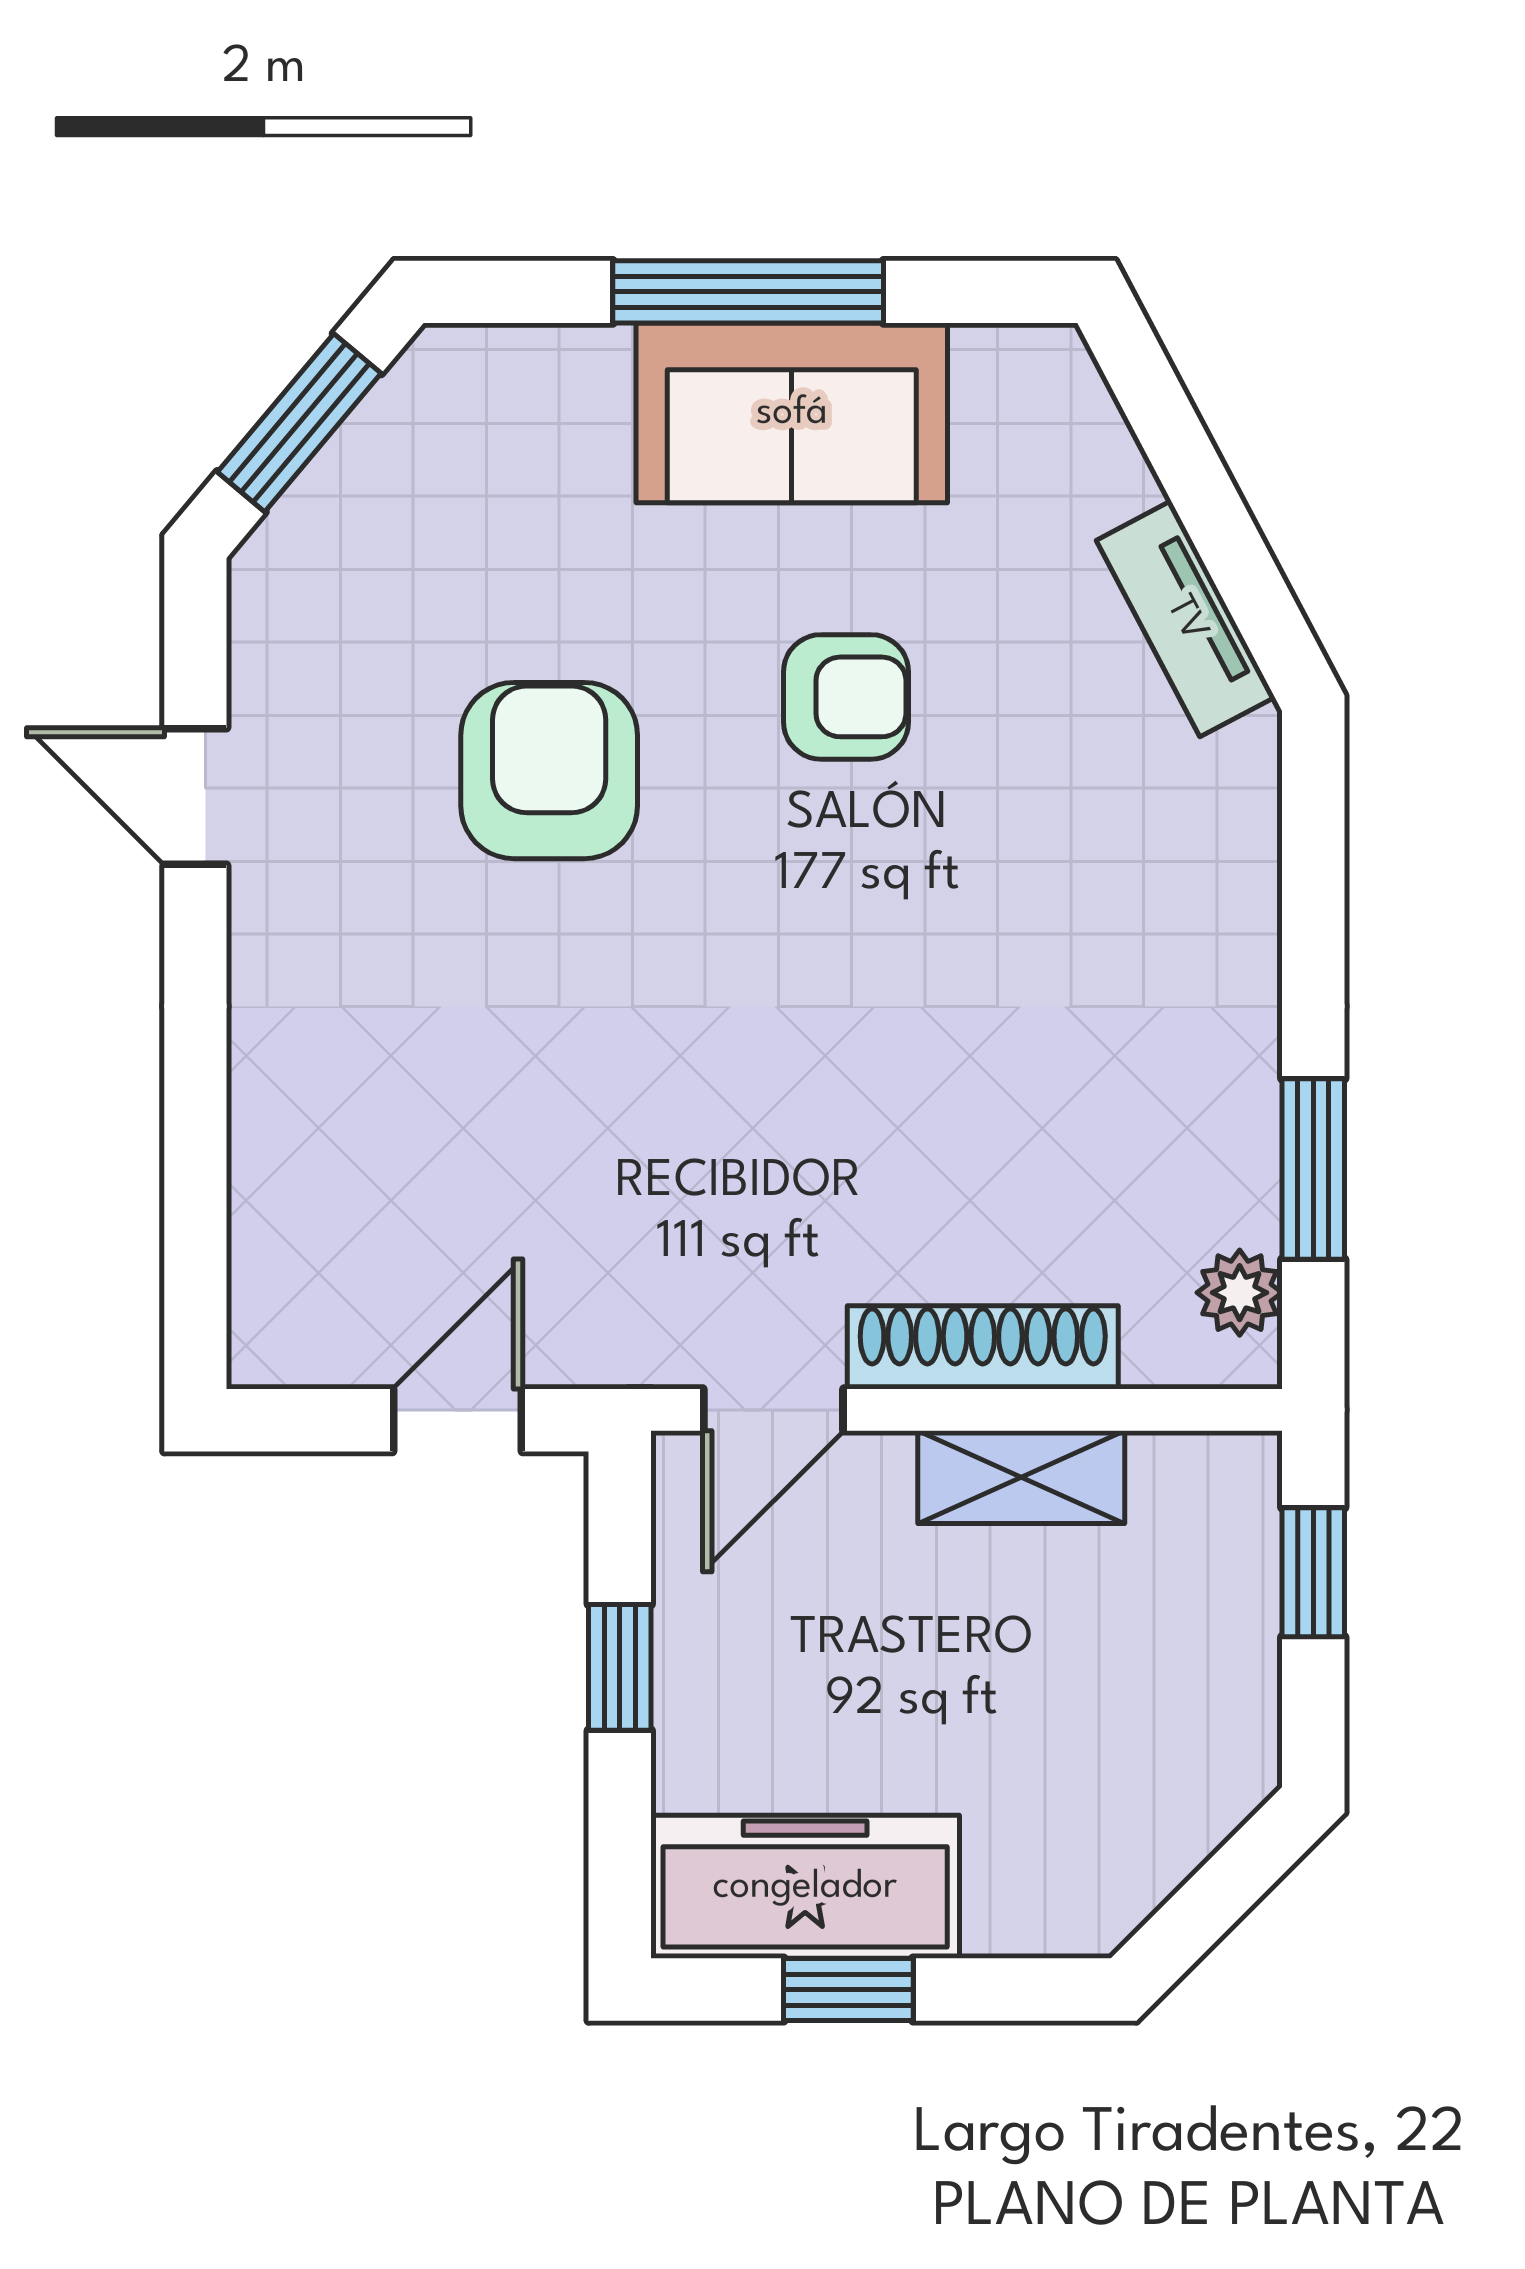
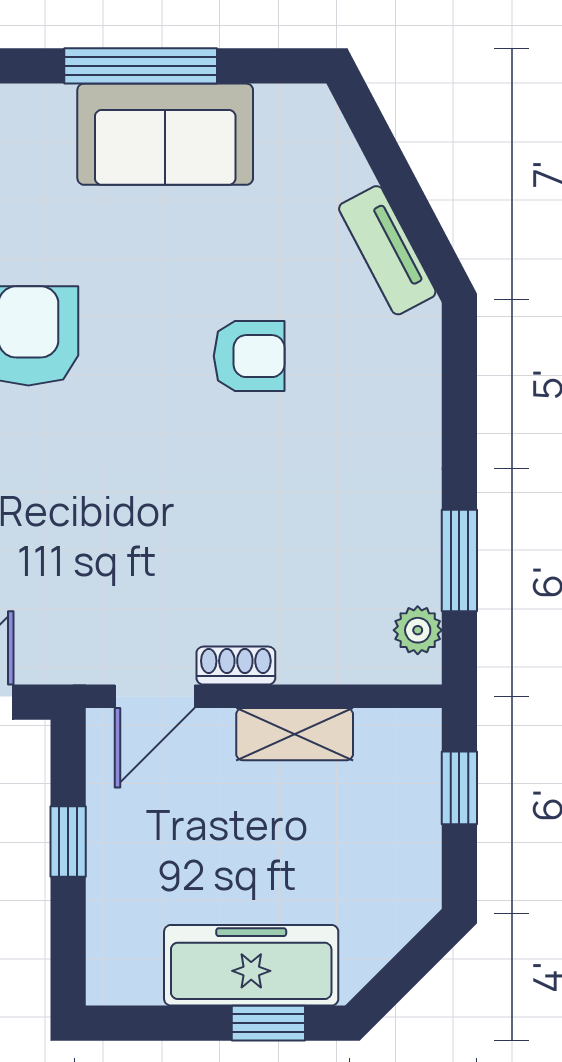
armchair: (846, 697) -> (249, 356), moved
shoe rack: (983, 1347) -> (236, 666), width x0.51, depth x0.81
freezer: (805, 1887) -> (251, 965), moved
window: (848, 1990) -> (268, 1023), moved

